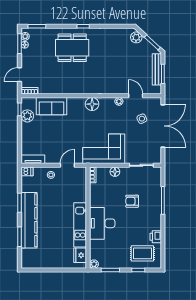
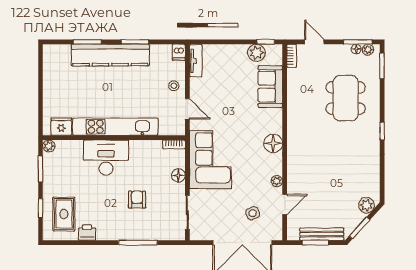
dining table: (72, 48) -> (346, 98), moved
kitchen unit: (80, 225) -> (115, 127), width x1.36

